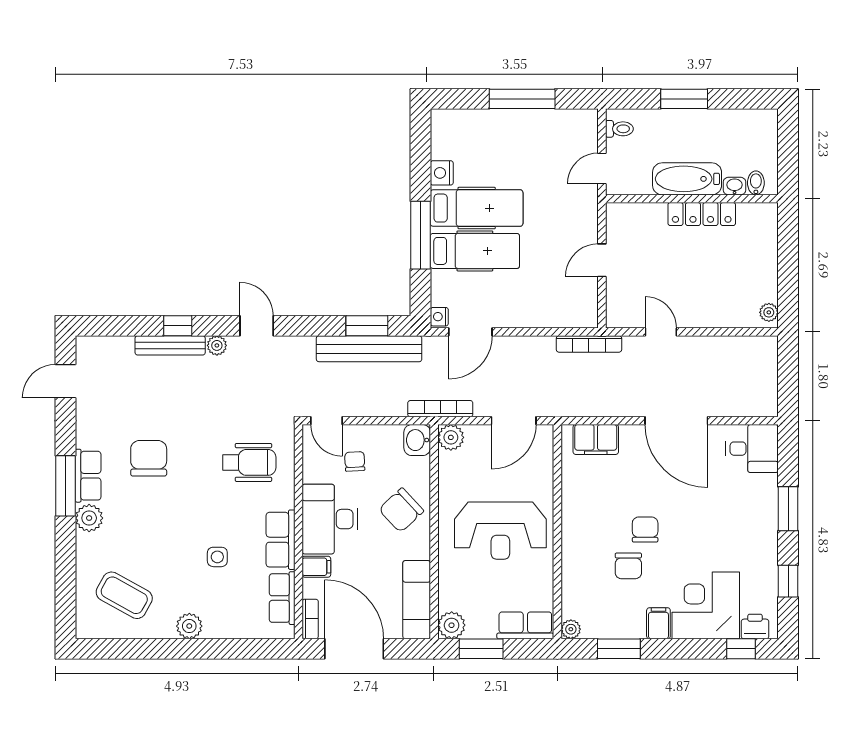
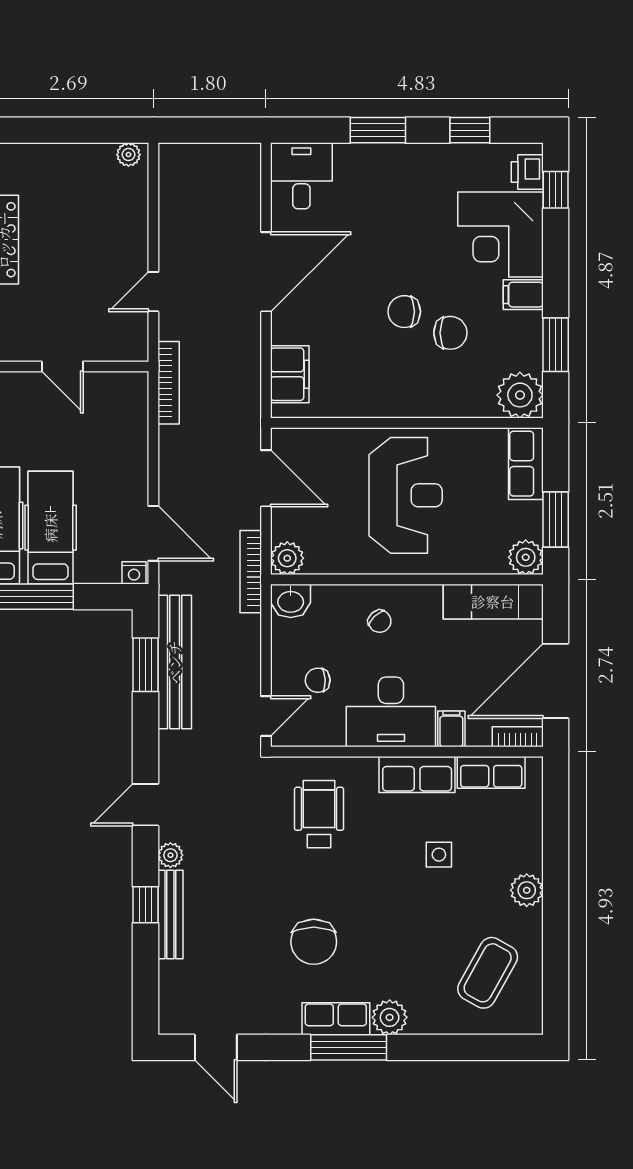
chair: (149, 458) -> (314, 942), turned -90
chair: (401, 510) -> (380, 621), width x0.54, depth x0.54
plant: (571, 629) -> (520, 395), width x1.88, depth x1.88

